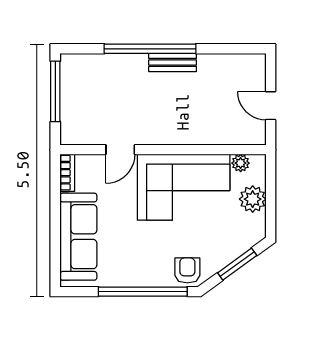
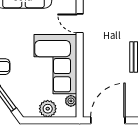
door: (271, 106) -> (108, 120), width x1.87

